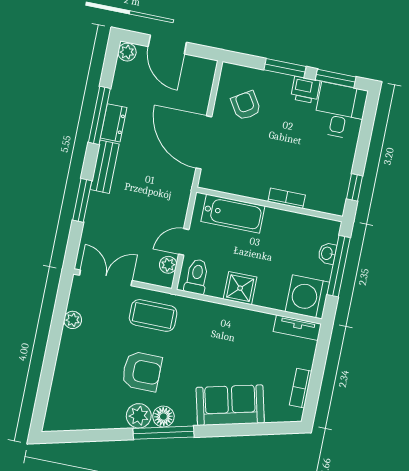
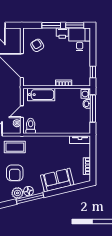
shower: (240, 288) -> (51, 127), removed
washing machine: (307, 297) -> (86, 94), moved, width x0.53, depth x0.53
armchair: (142, 371) -> (15, 173), turned 90

